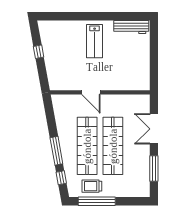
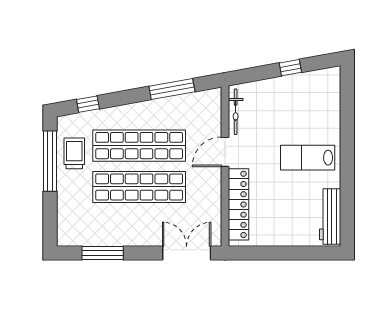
locker: (124, 84) -> (238, 204), added
bicycle: (66, 86) -> (236, 112), added
double door: (154, 129) -> (187, 253), moved
window: (56, 151) -> (172, 89), moved

